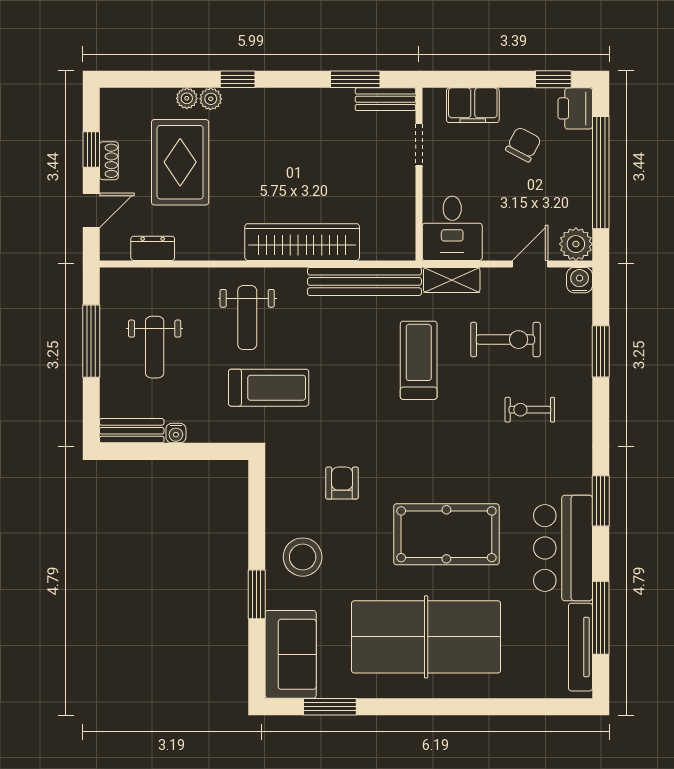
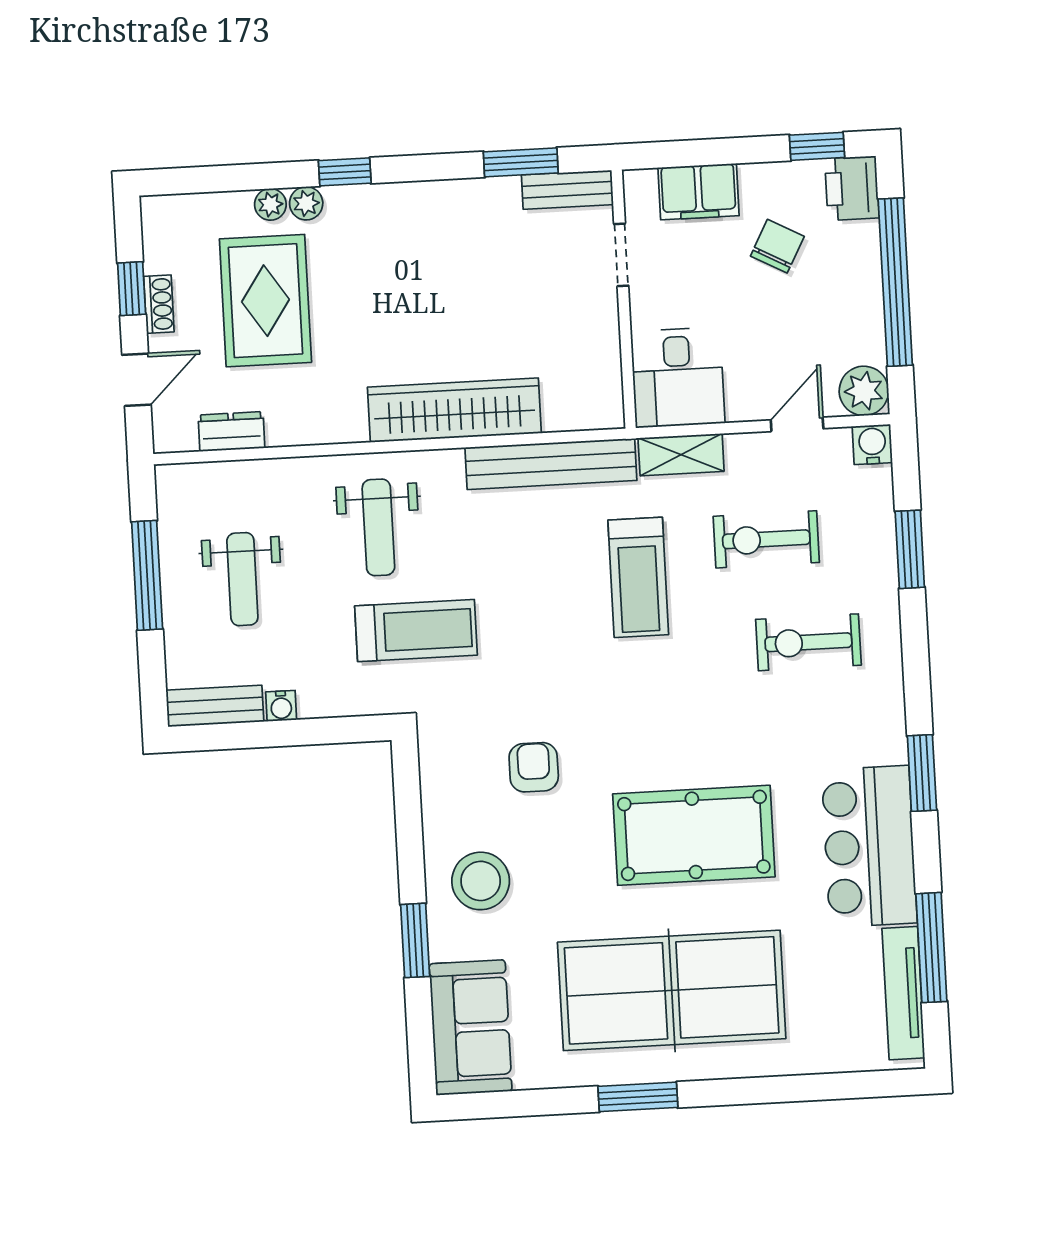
exercise bike: (505, 340) -> (766, 539), turned 180
treadmill: (419, 360) -> (638, 577), turned 180
exercise bike: (530, 410) -> (808, 642), width x1.38, depth x1.39
window: (330, 707) -> (638, 1097), moved

